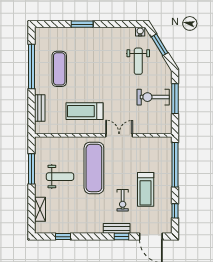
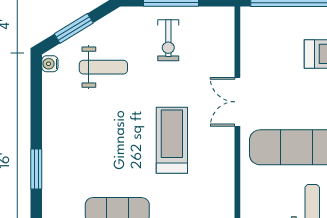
exercise bike: (153, 97) -> (168, 40), width x0.73, depth x0.72
treadmill: (84, 111) -> (172, 140), moved, turned 180

